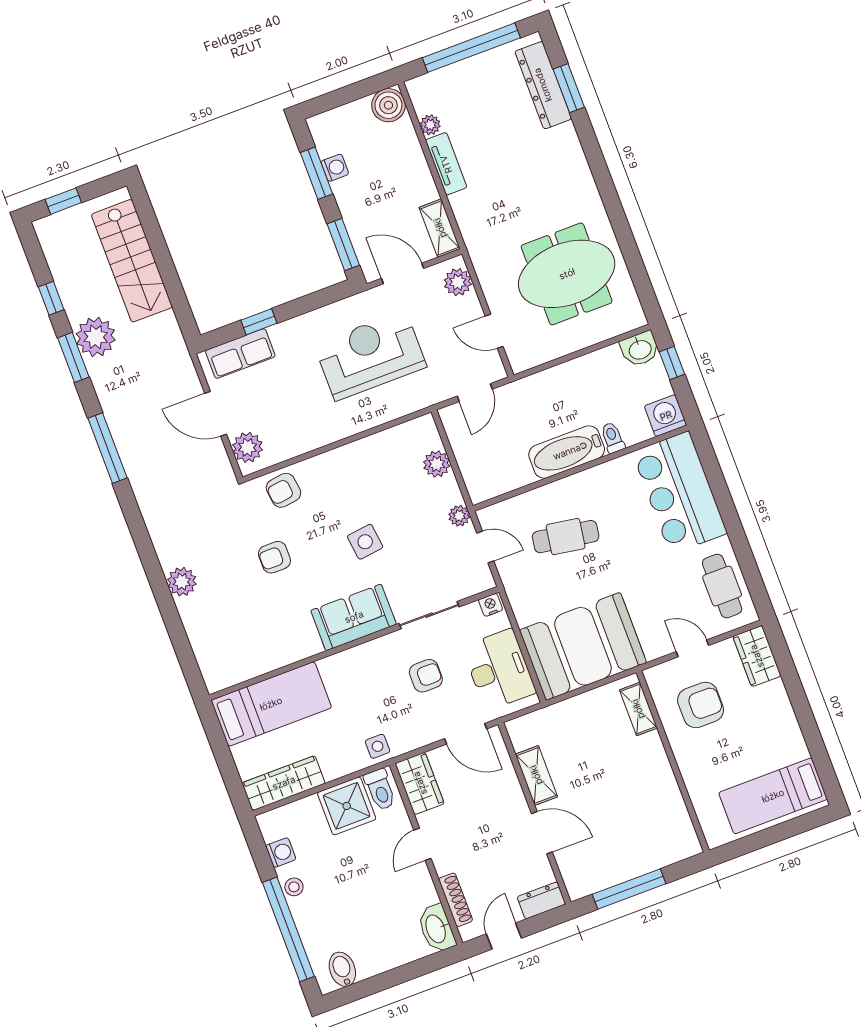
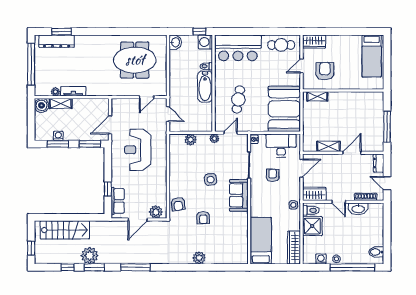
shelving: (440, 228) -> (61, 103), moved
meeting table: (567, 274) -> (135, 60), turned 90
plant: (458, 282) -> (122, 104), removed
window: (672, 363) -> (199, 32), moved
washbasin: (436, 929) -> (358, 209), moved

